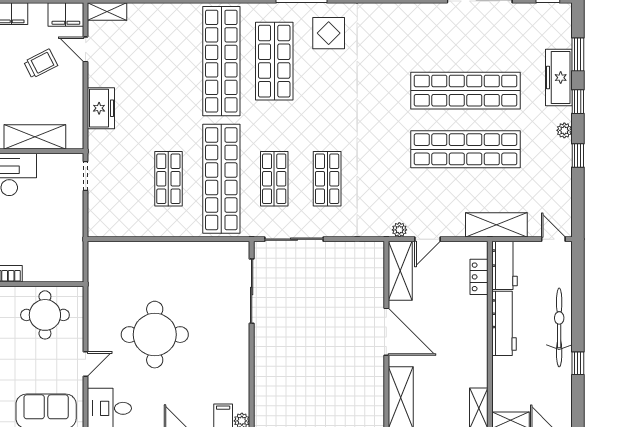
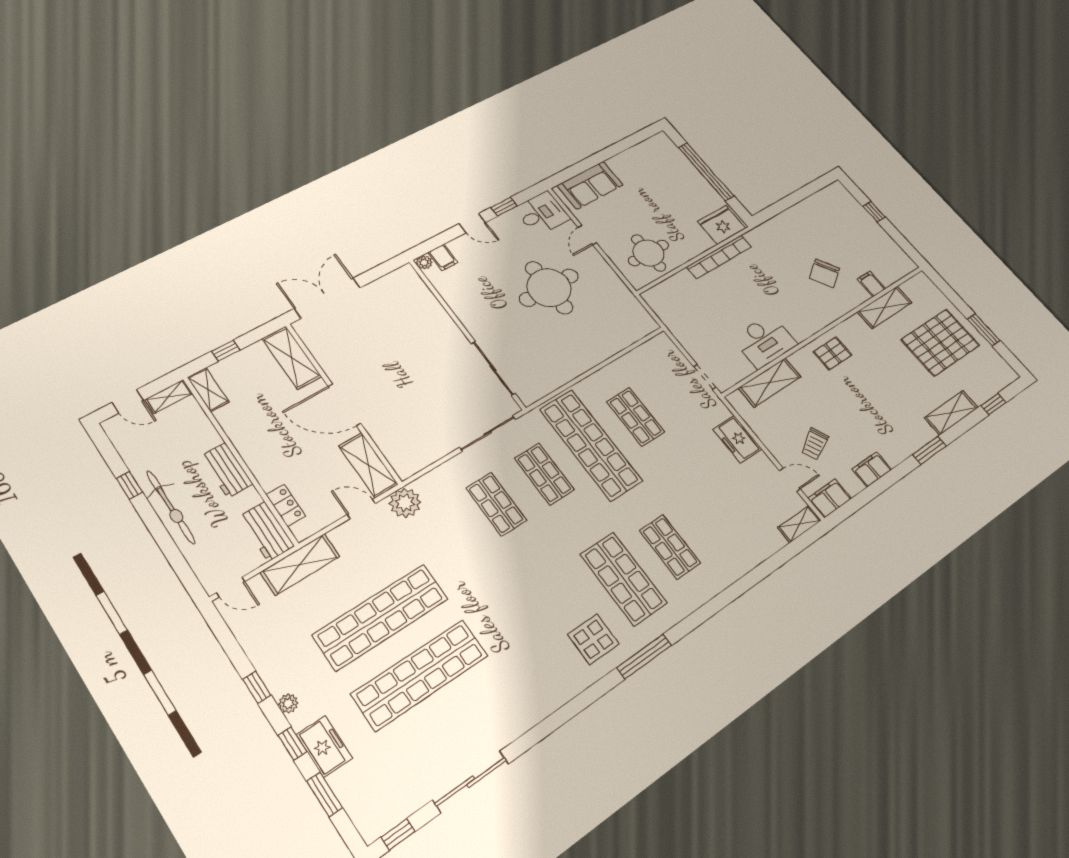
shop shelf: (221, 61) -> (670, 547), width x0.50, depth x0.74
freezer: (559, 78) -> (324, 746), width x0.71
plant: (399, 230) -> (405, 503), width x1.87, depth x1.87
door: (427, 239) -> (361, 509), hinge flipped
workbench: (504, 323) -> (227, 470), width x0.73

